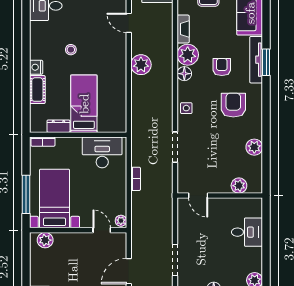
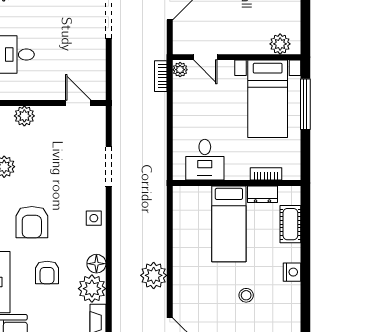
cot: (37, 90) -> (290, 224), moved
bookcase: (43, 142) -> (266, 174), moved
desk: (102, 152) -> (205, 160), width x0.73
bookcase: (136, 179) -> (161, 76), moved

